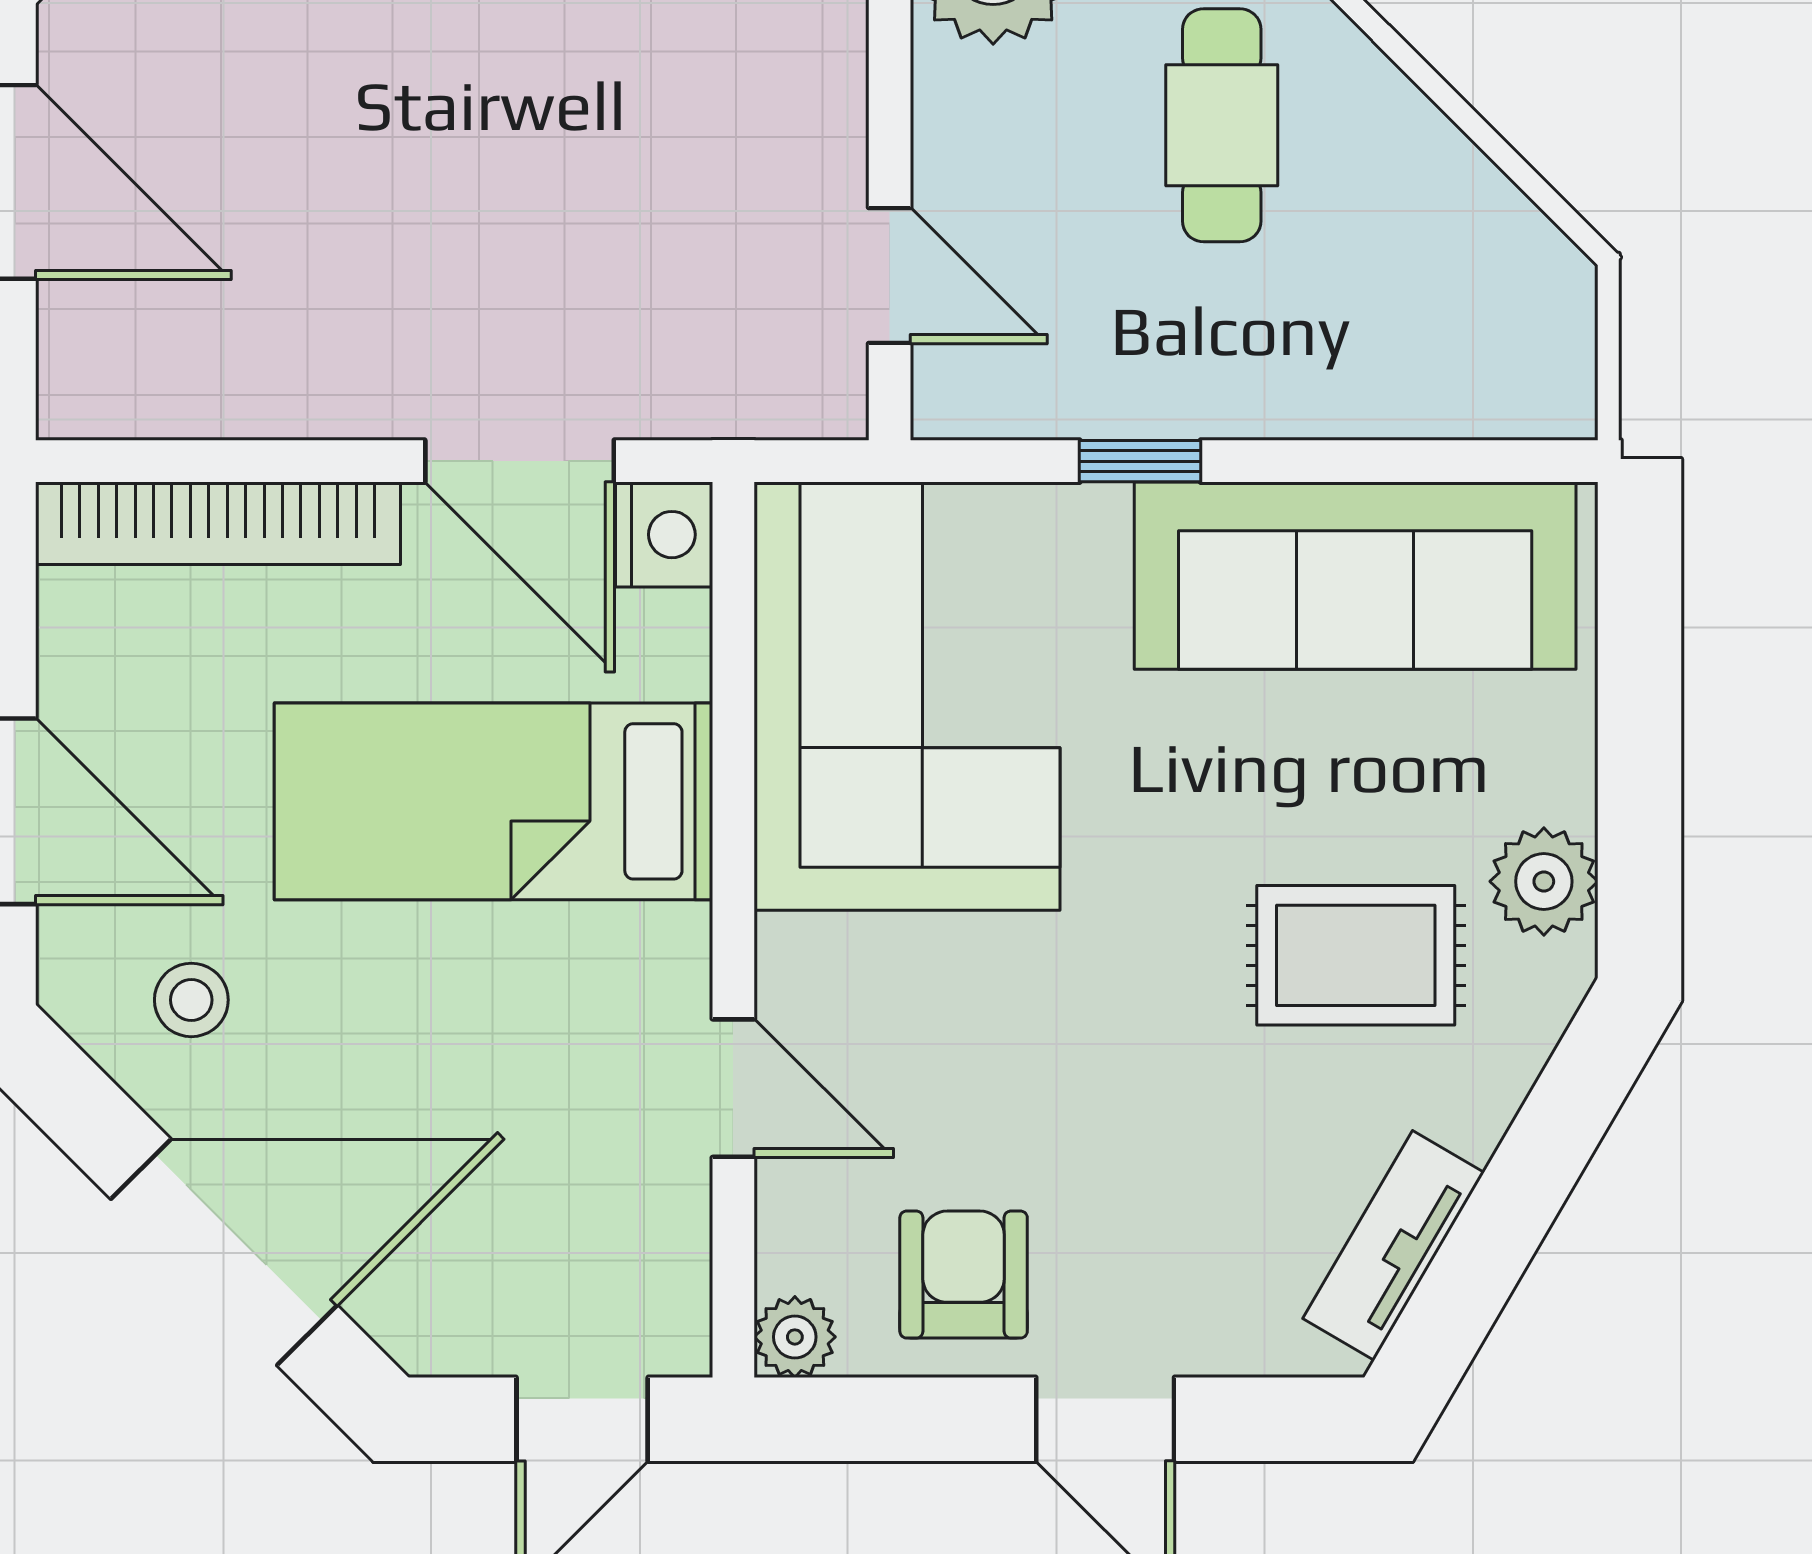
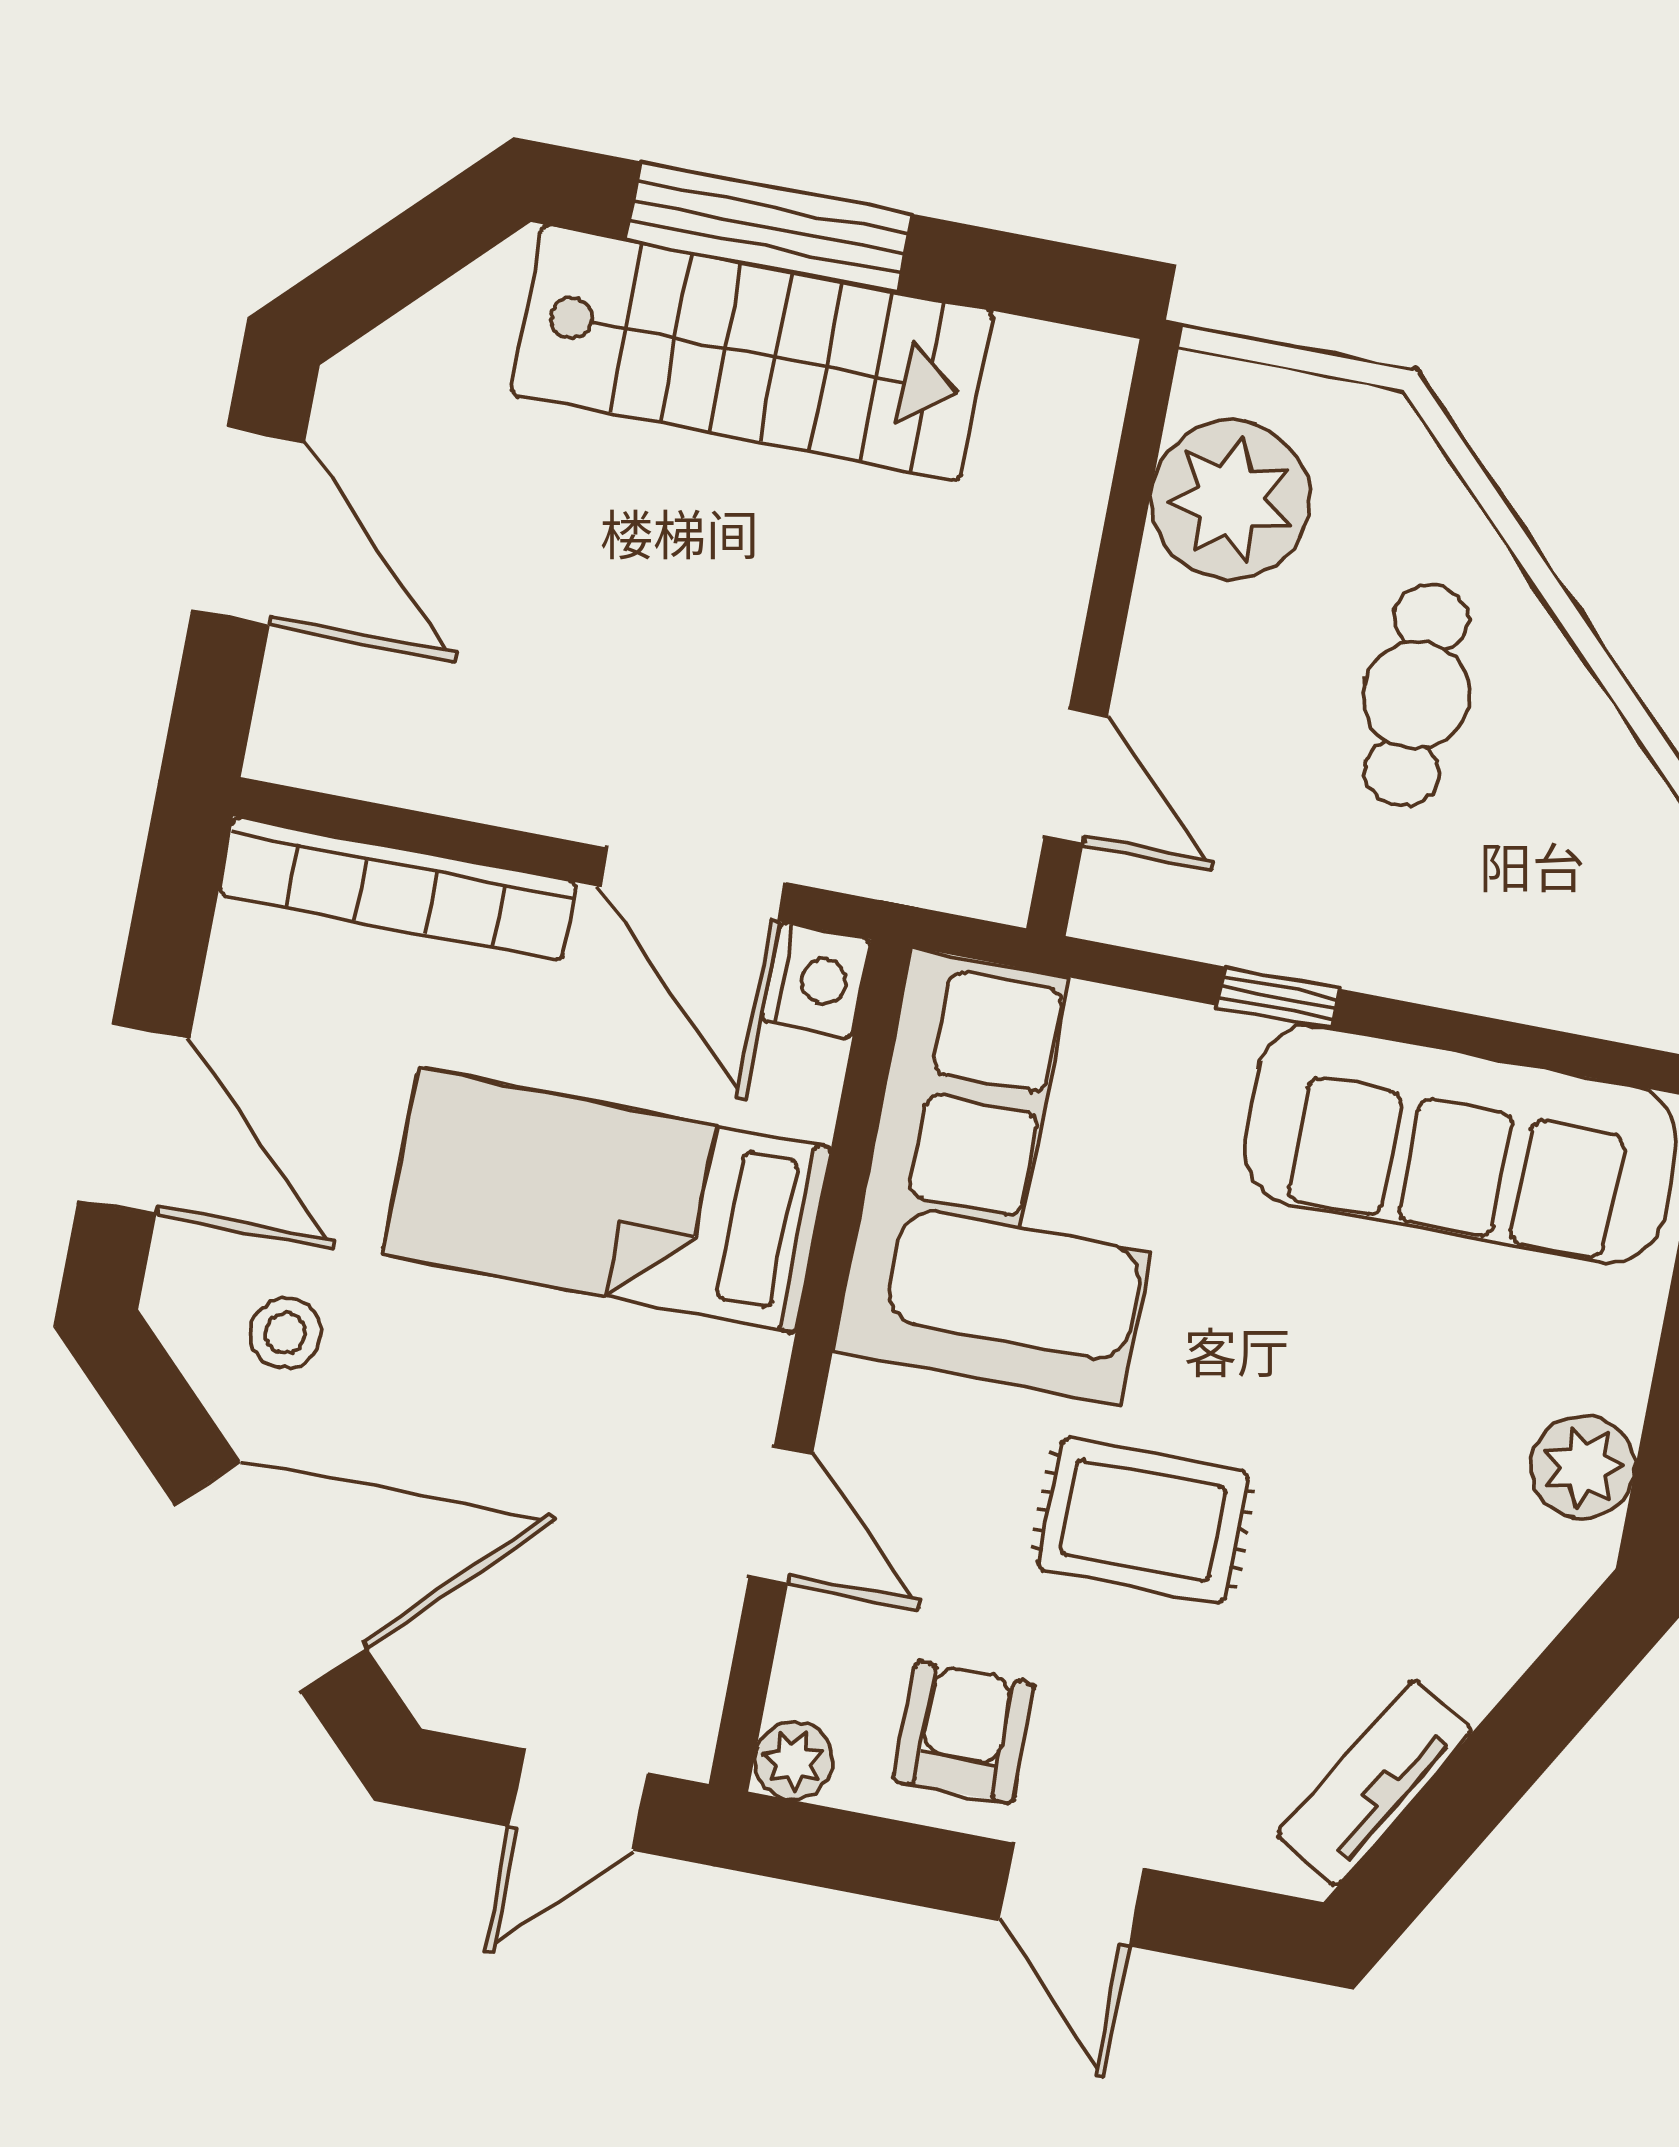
rug: (1356, 955) -> (1143, 1521), moved

